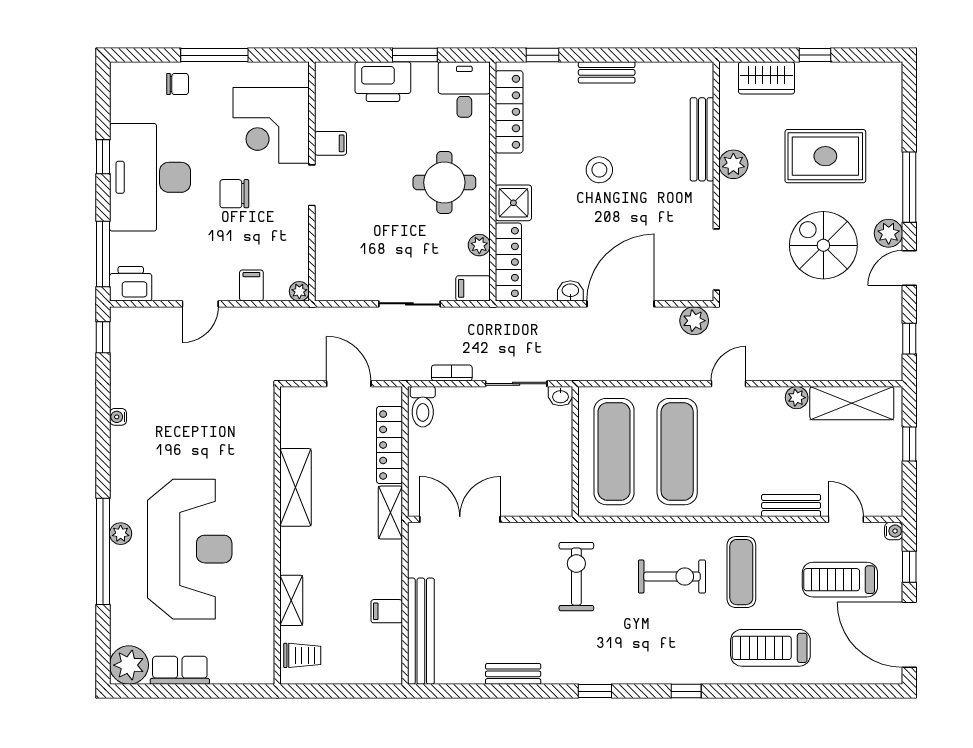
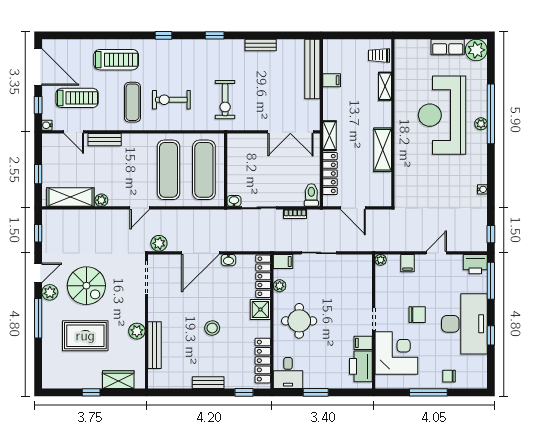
printer: (383, 82) -> (361, 366), moved, turned -90

